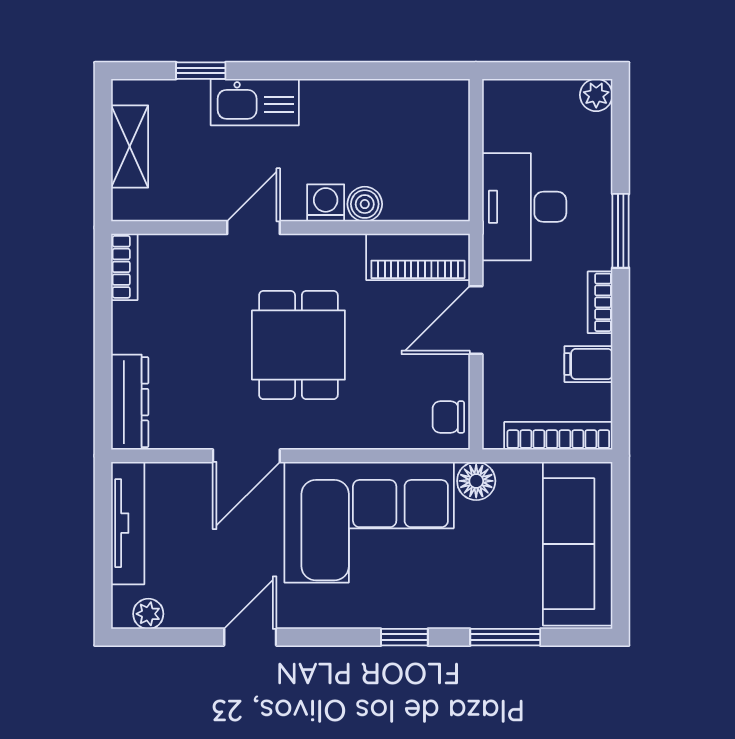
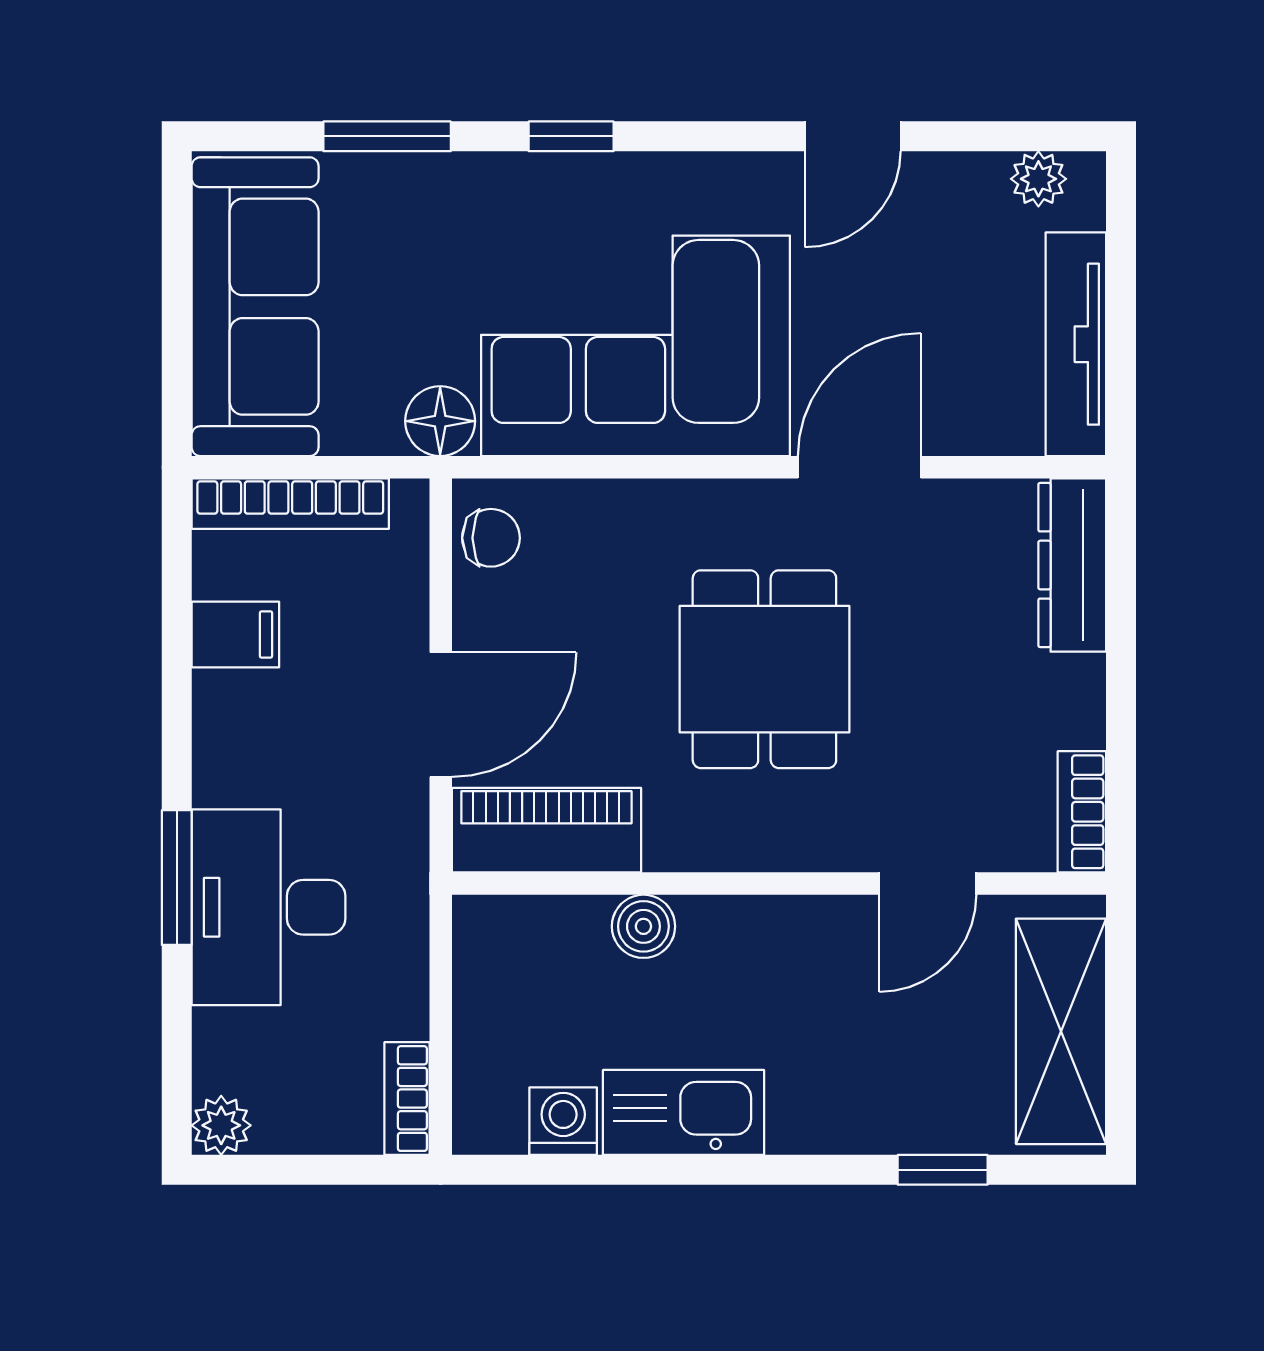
kitchen sink: (255, 102) -> (683, 1112), moved
shelving: (130, 147) -> (1061, 1031), width x1.50, depth x1.33
washing machine: (326, 203) -> (563, 1121), moved, turned 180
desk: (524, 207) -> (268, 907), moved, turned 180
door: (253, 228) -> (928, 884), moved
bookcase: (600, 302) -> (407, 1099), moved, turned 180

